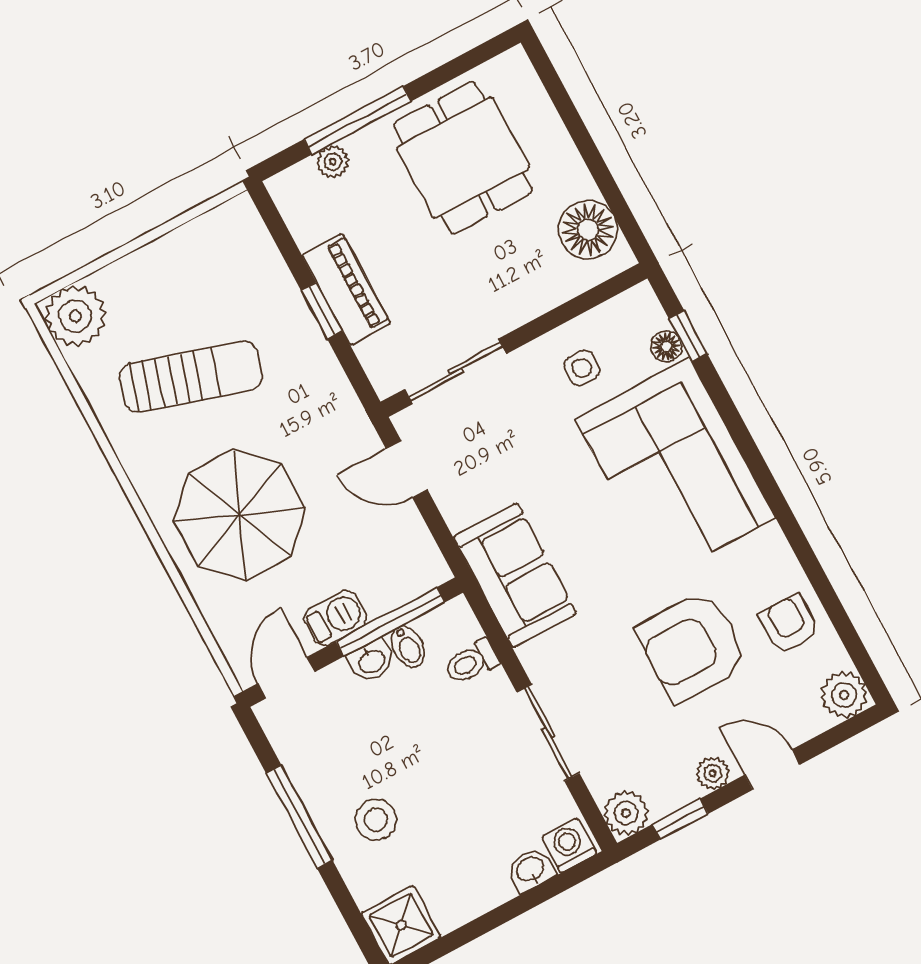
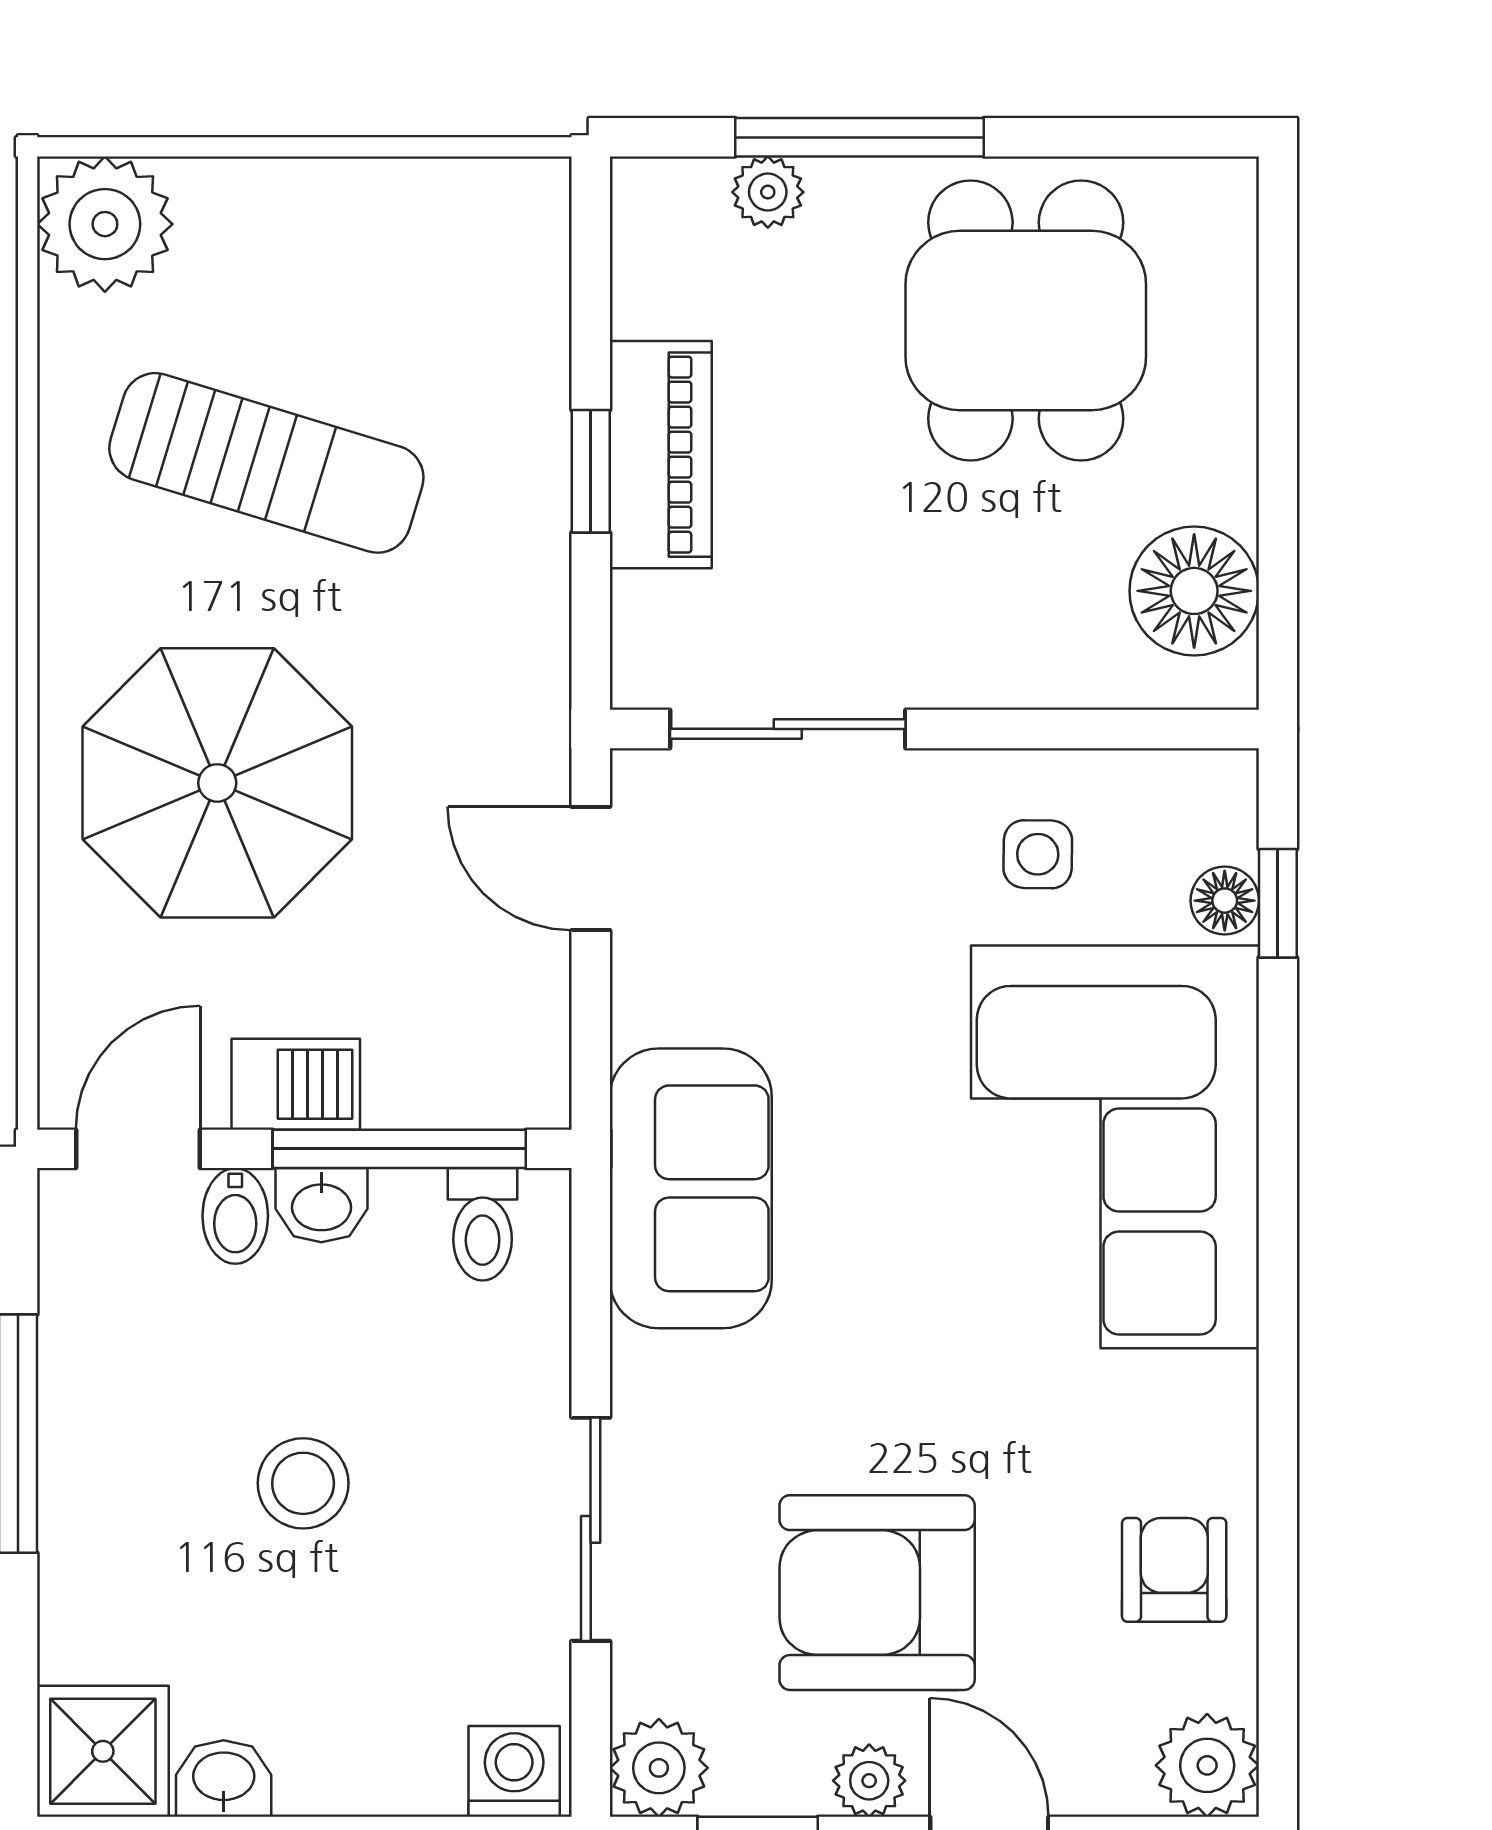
armchair: (692, 646) -> (877, 1593), moved
bidet: (408, 647) -> (235, 1216), moved
toilet: (471, 662) -> (483, 1224), moved, turned -90
stool: (376, 820) -> (303, 1483), moved
washbasin: (531, 870) -> (224, 1779), moved

